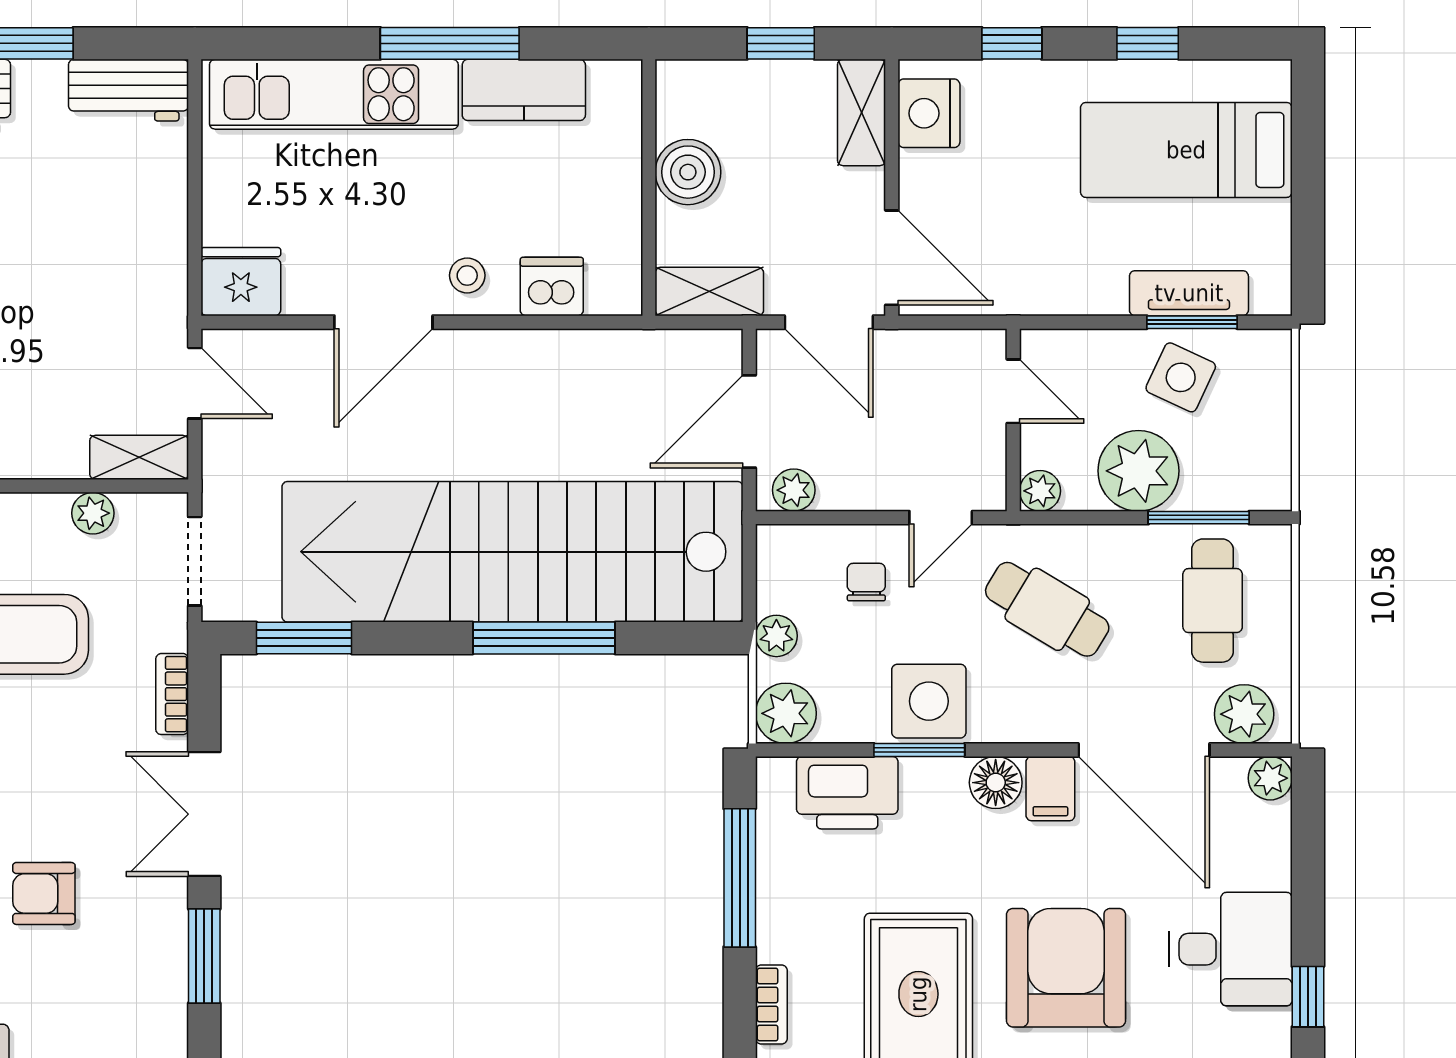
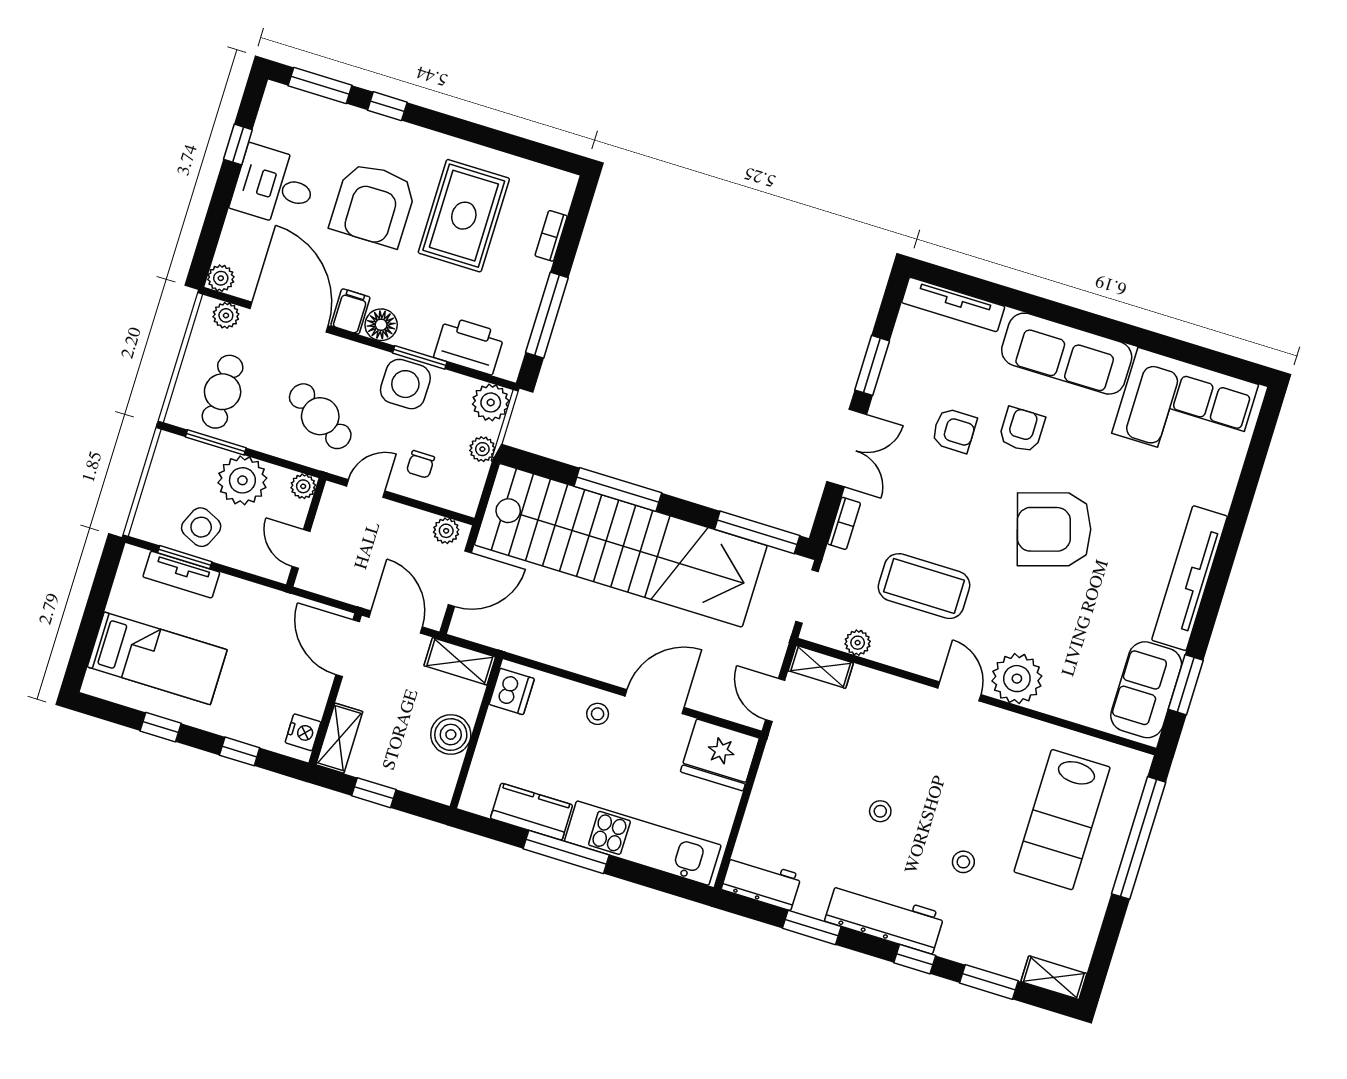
nightstand: (929, 113) -> (303, 732), width x0.74, depth x0.75
fridge: (241, 282) -> (720, 755), width x1.36, depth x1.34
dishwasher: (552, 286) -> (512, 691), moved, turned -90
window: (304, 638) -> (757, 532), width x1.44
plant: (1244, 714) -> (226, 315), width x0.73, depth x0.73

